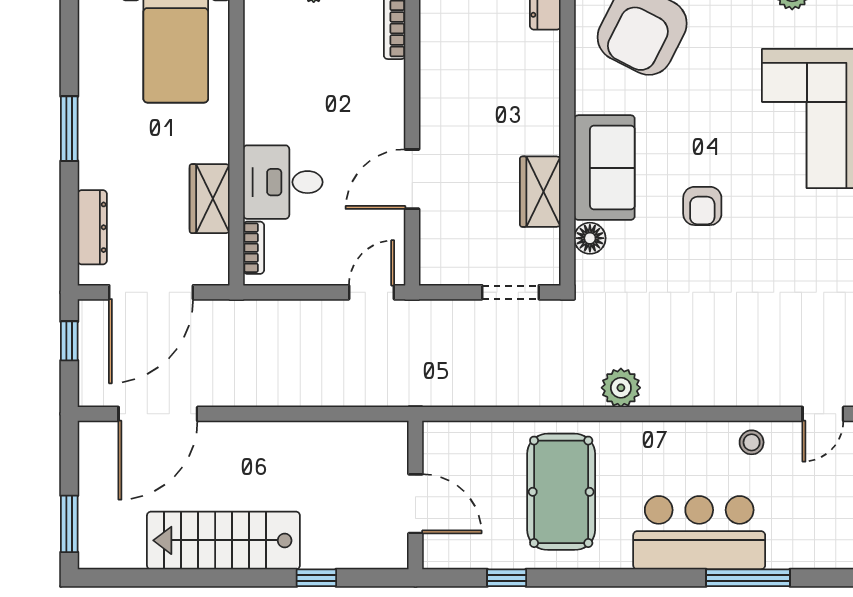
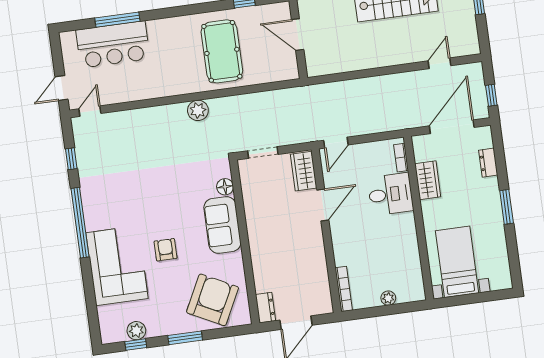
wardrobe: (540, 192) -> (304, 171), moved, turned 180
armchair: (702, 206) -> (166, 250), moved
dresser: (92, 227) -> (488, 163), width x0.70
door: (158, 414) -> (439, 63), width x0.53
stool: (752, 442) -> (125, 91), removed
bar counter: (699, 533) -> (113, 44), moved

